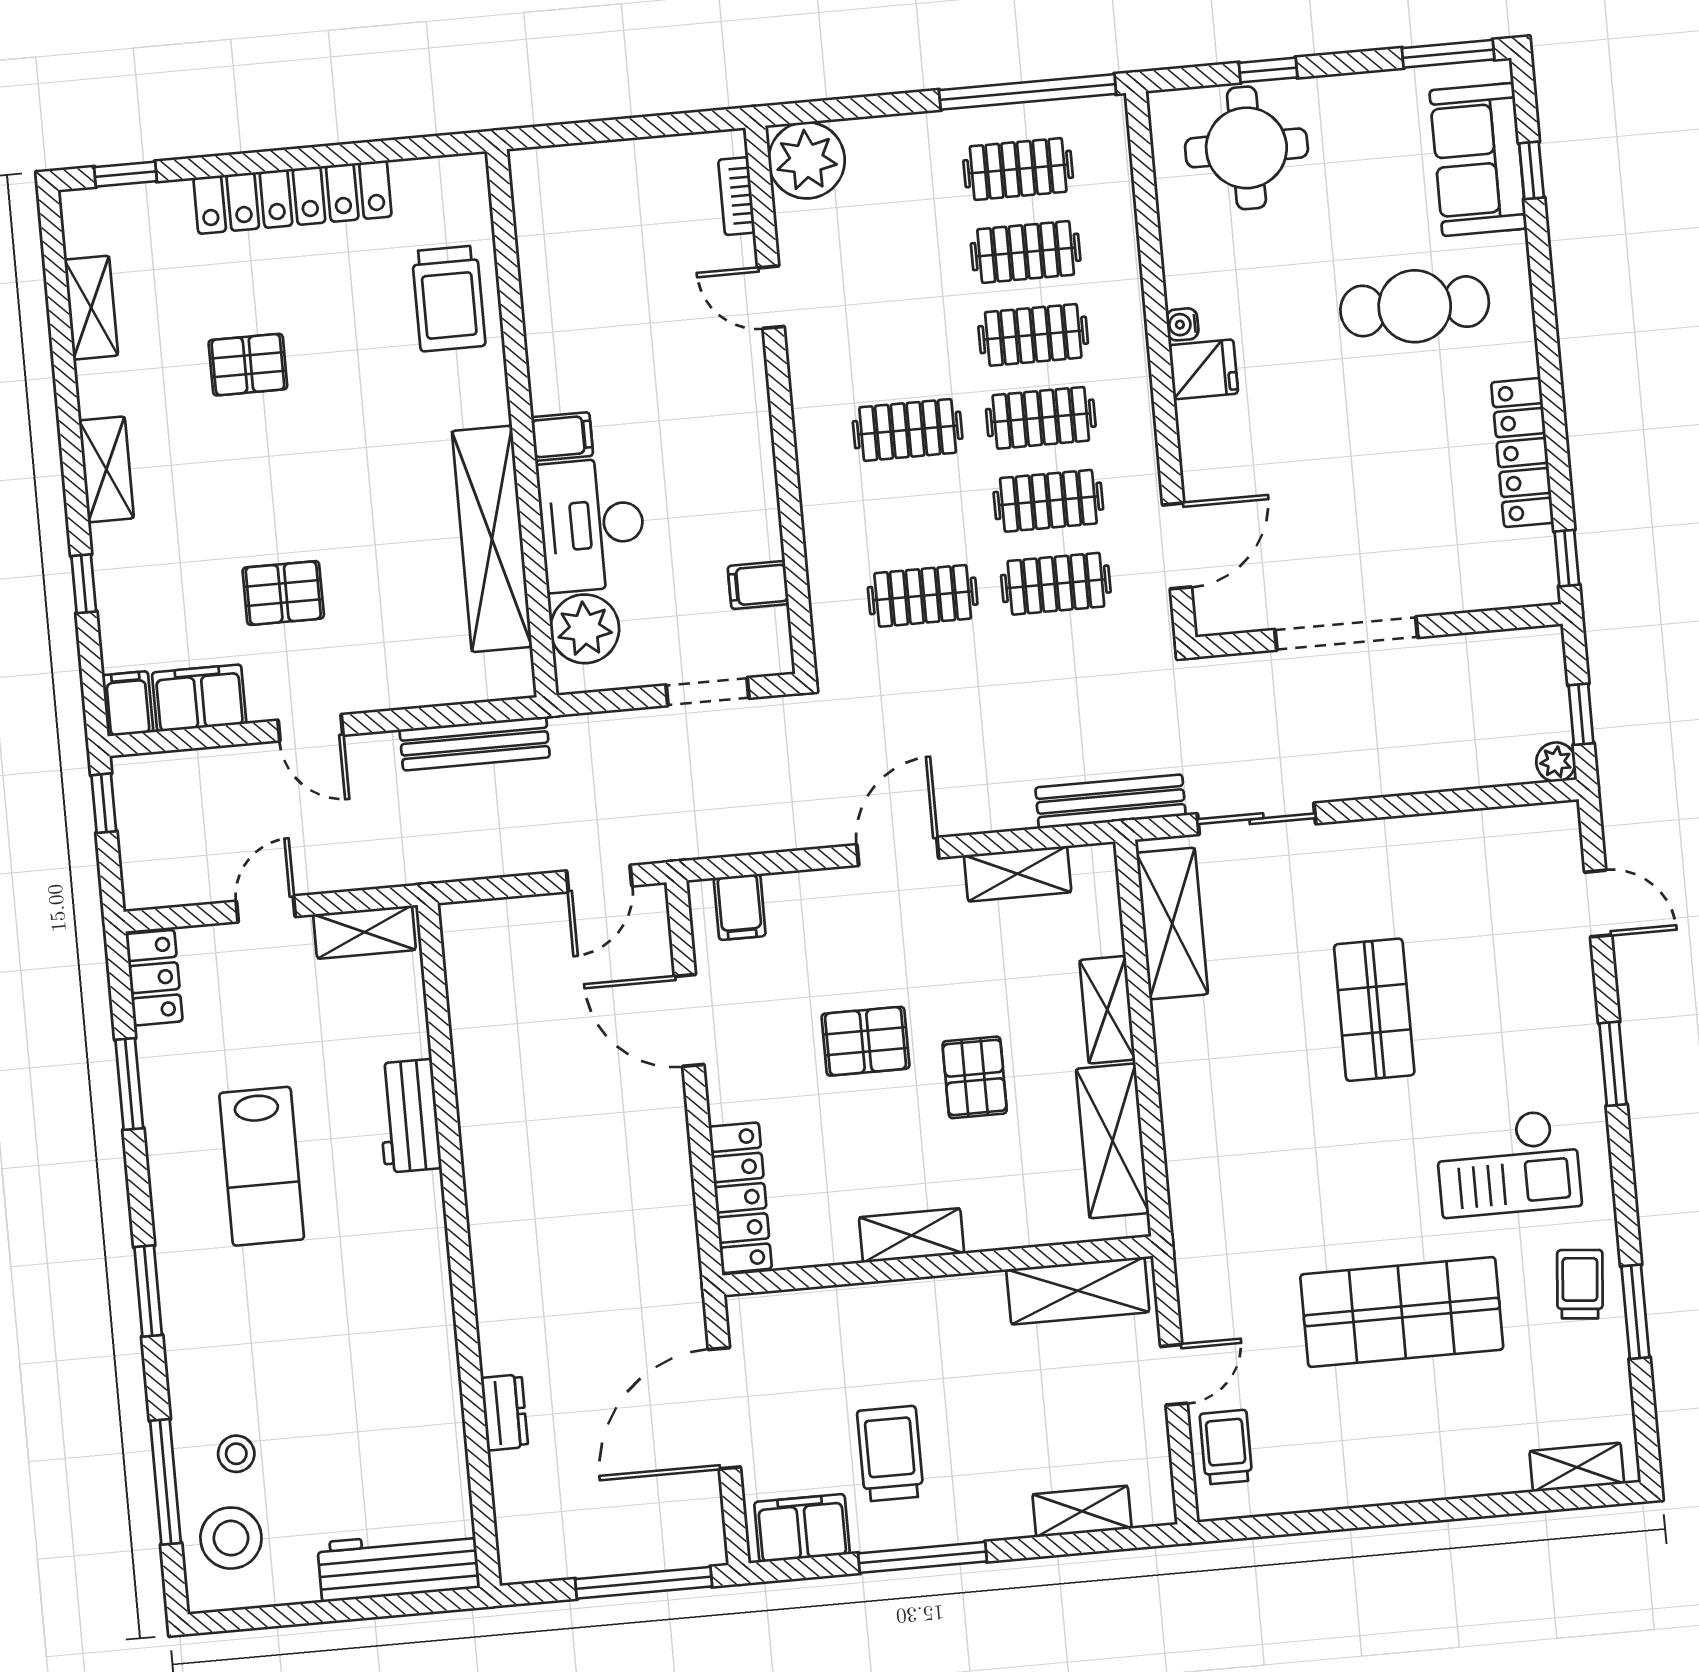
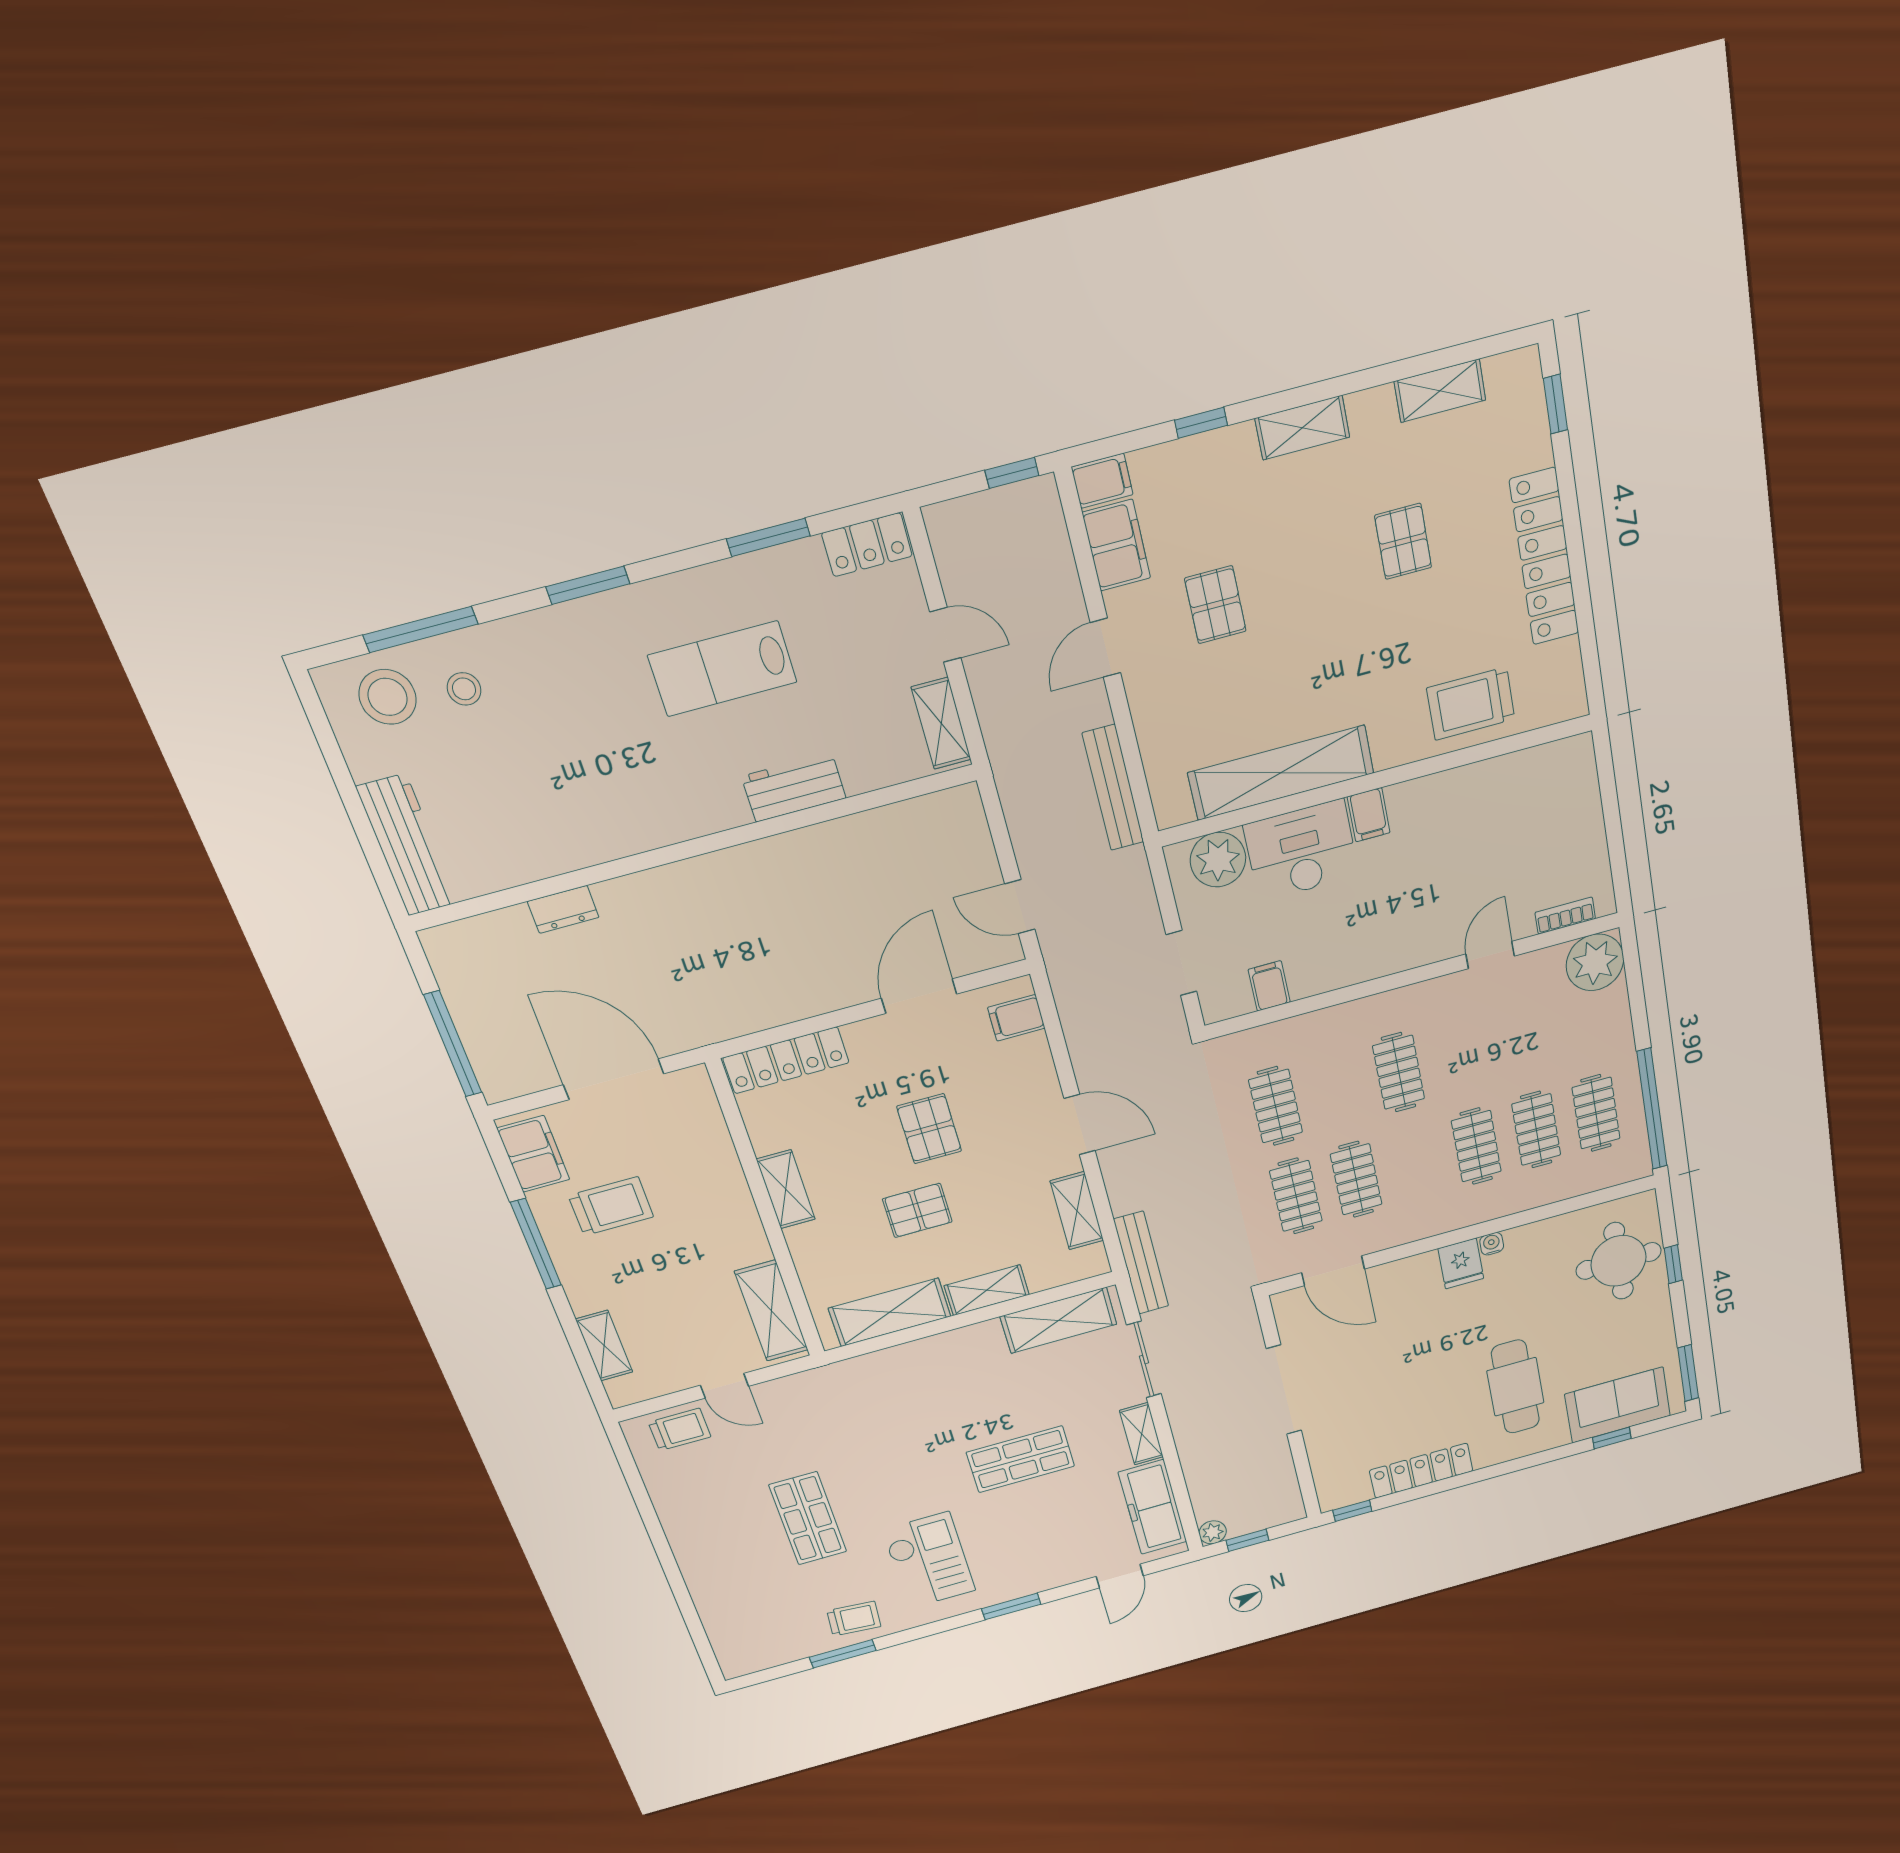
clothes rail: (1041, 418) -> (1416, 1163), removed
freezer: (1494, 840) -> (1153, 1507), added
checkout: (1508, 1163) -> (929, 1560), turned 180
shop shelf: (1402, 1312) -> (808, 1518), width x0.70, depth x0.74
shelving: (1577, 1467) -> (1141, 1434), moved

